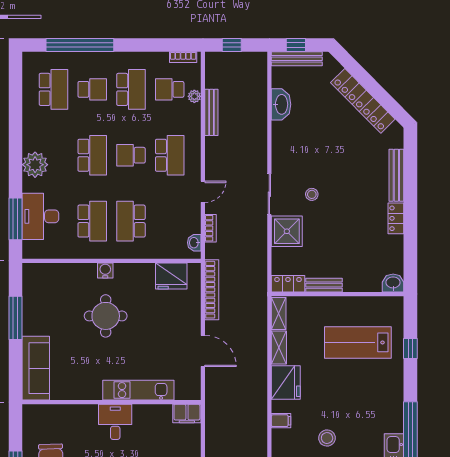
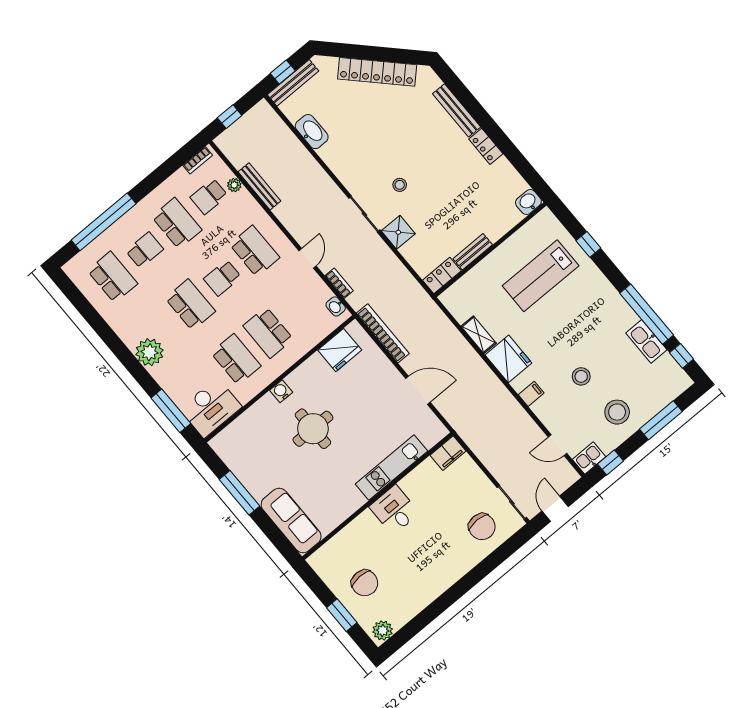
desk: (40, 216) -> (211, 408), moved, turned -90
shower: (287, 231) -> (398, 232), width x0.73, depth x0.73
shelving: (279, 314) -> (455, 307), removed

